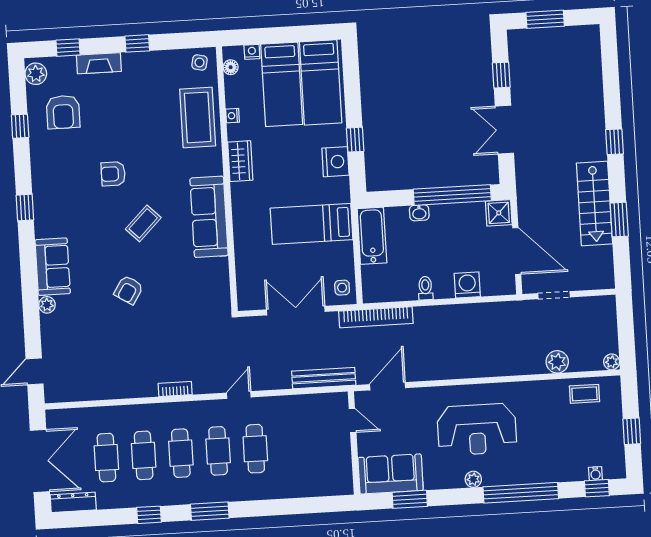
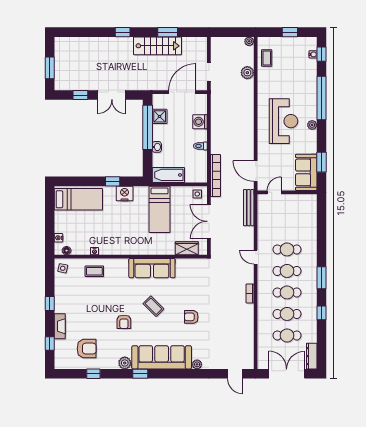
plant: (36, 74) -> (125, 363), moved
bed: (282, 84) -> (78, 222), removed
coffee table: (198, 117) -> (94, 271), width x0.54, depth x0.58
wardrobe: (240, 161) -> (187, 248), moved
shower: (499, 213) -> (160, 116), moved
sofa: (53, 267) -> (162, 357), width x1.85, depth x1.27
armchair: (129, 290) -> (191, 317), turned 148

